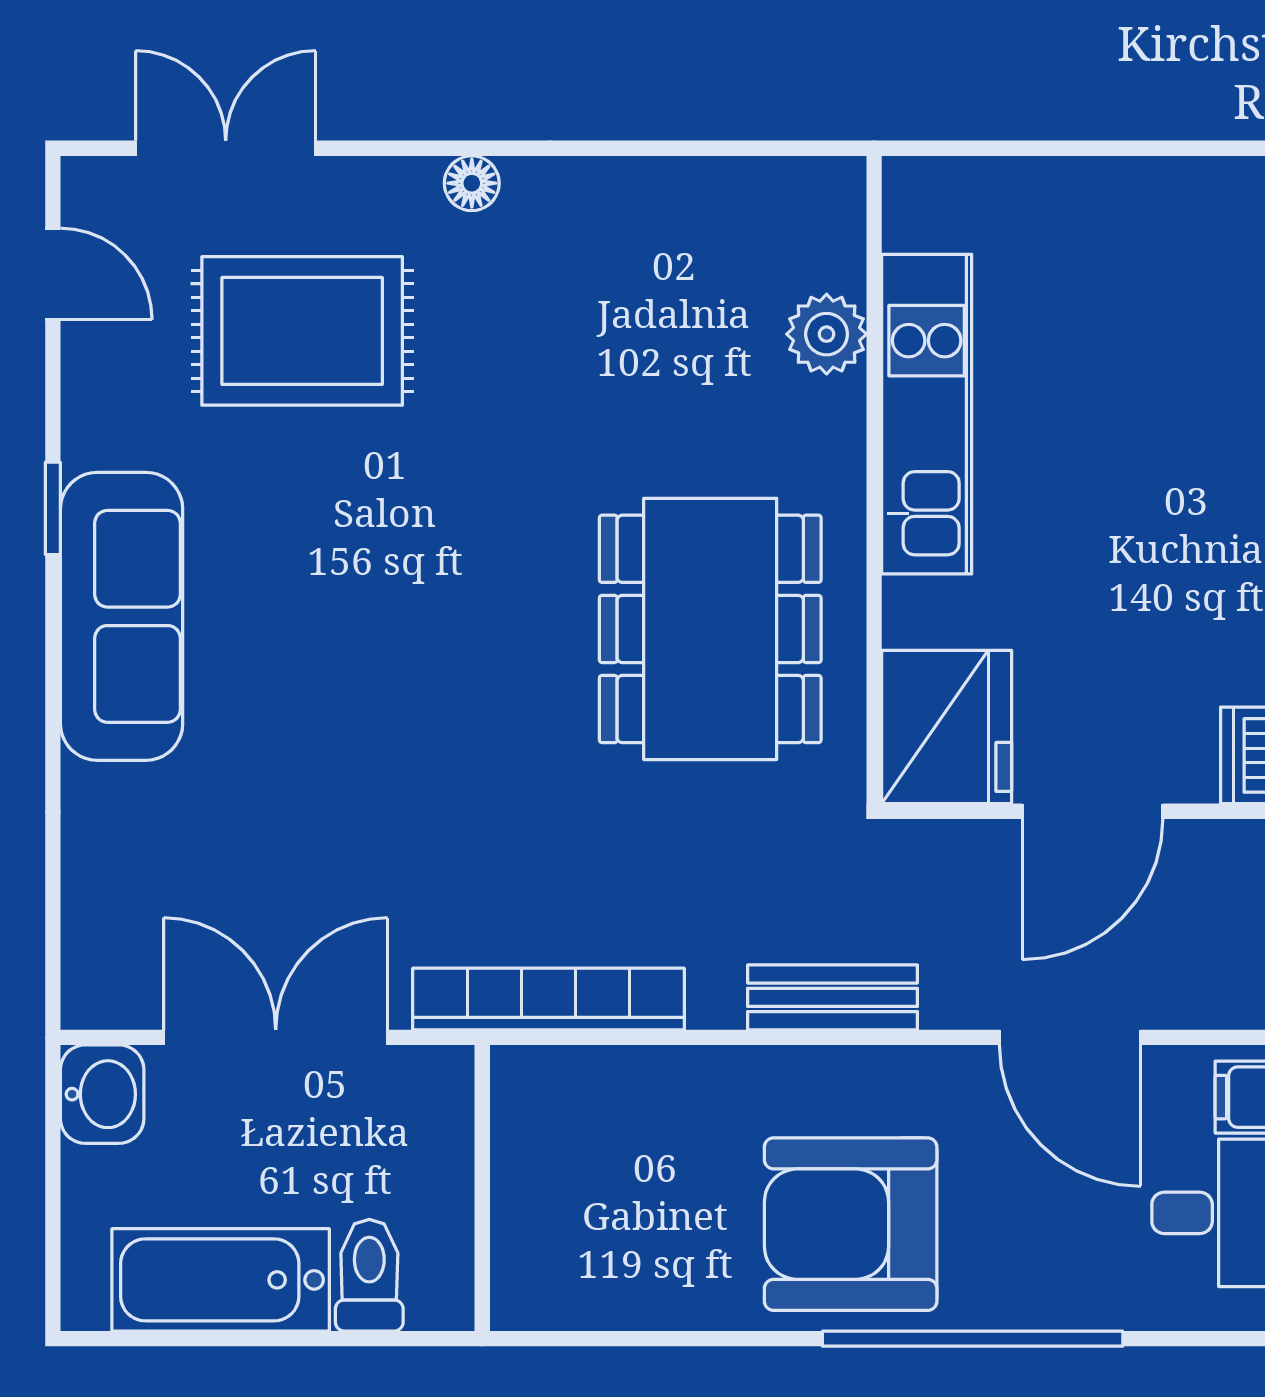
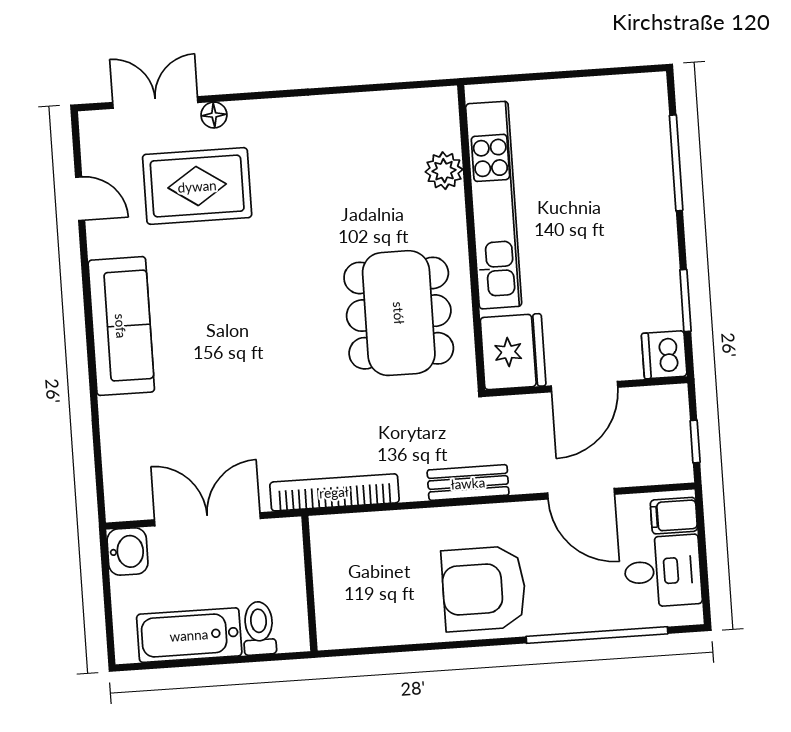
floor lamp: (472, 183) -> (214, 115), moved
door: (53, 274) -> (80, 199), moved
kitchen unit: (927, 414) -> (494, 205), width x1.36
window: (53, 508) -> (86, 277), removed
window: (973, 1339) -> (597, 635), moved

